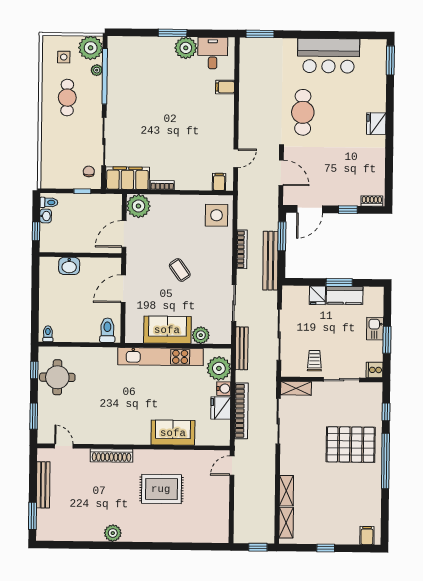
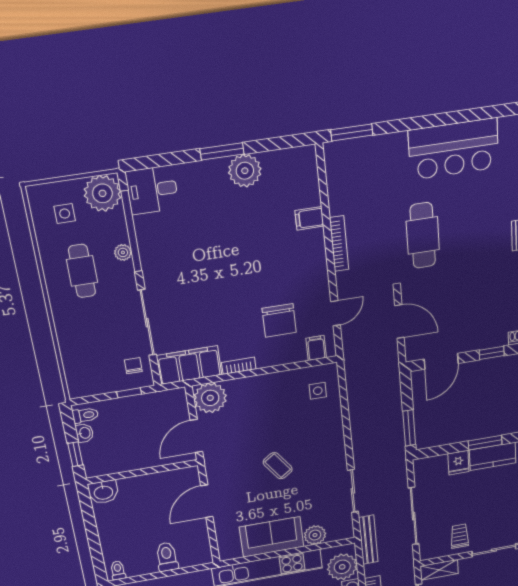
desk: (213, 53) -> (152, 190), moved, turned -90
plant: (97, 70) -> (123, 252), moved
chair: (195, 156) -> (279, 320), added
side table: (216, 215) -> (318, 391), width x0.54, depth x0.54
window: (282, 236) -> (409, 428), moved
bookcase: (242, 249) -> (339, 244), moved
bench: (270, 261) -> (395, 433), removed
washbasin: (69, 266) -> (103, 492), moved
toilet: (107, 330) -> (167, 557), moved

